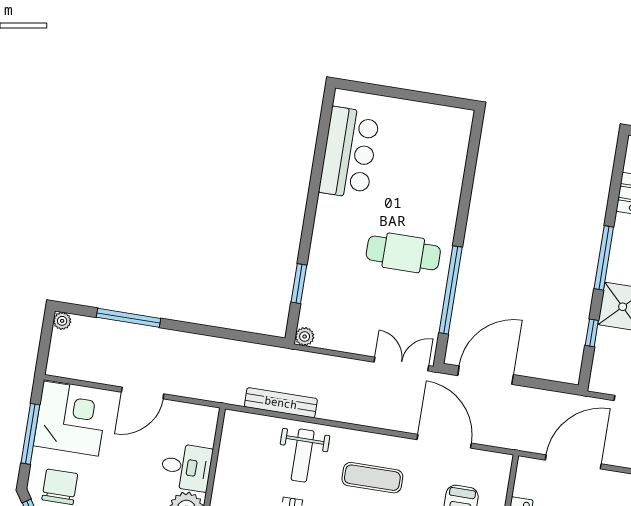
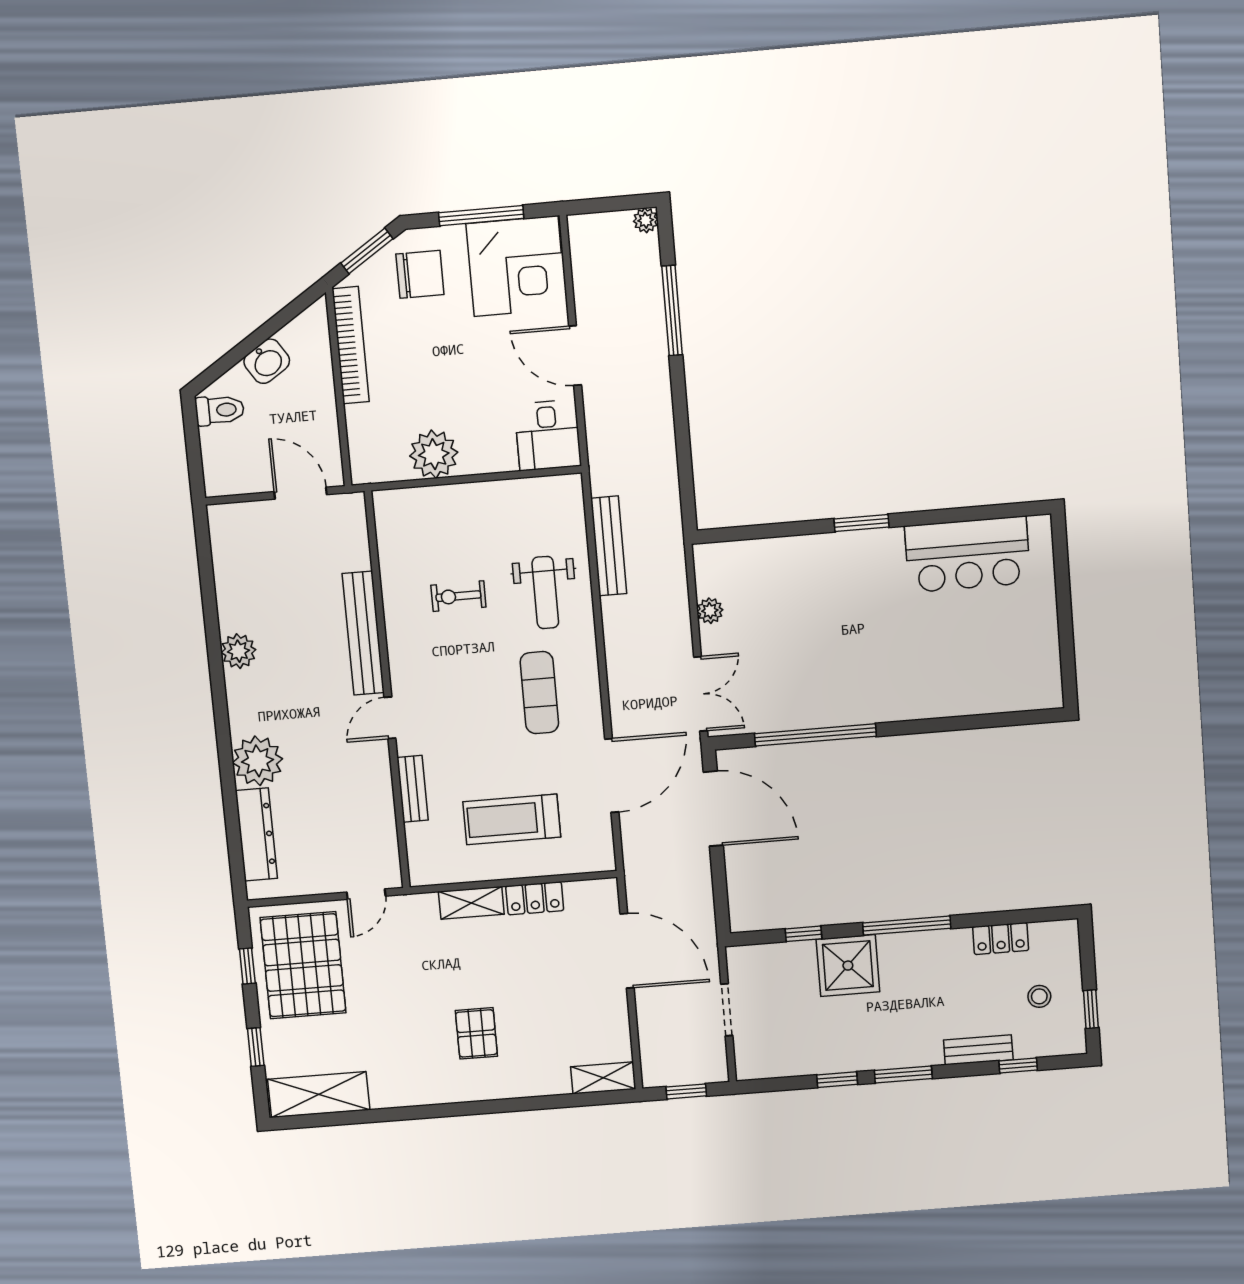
cafe table: (403, 253) -> (850, 660), removed
window: (299, 284) -> (862, 523), moved
plant: (305, 337) -> (710, 611), moved
weight bench: (303, 456) -> (545, 593), turned -90
desk: (186, 467) -> (548, 435), moved

